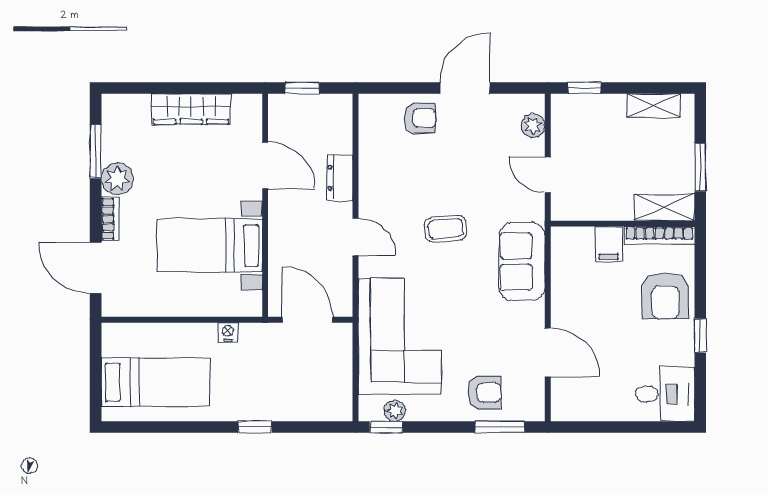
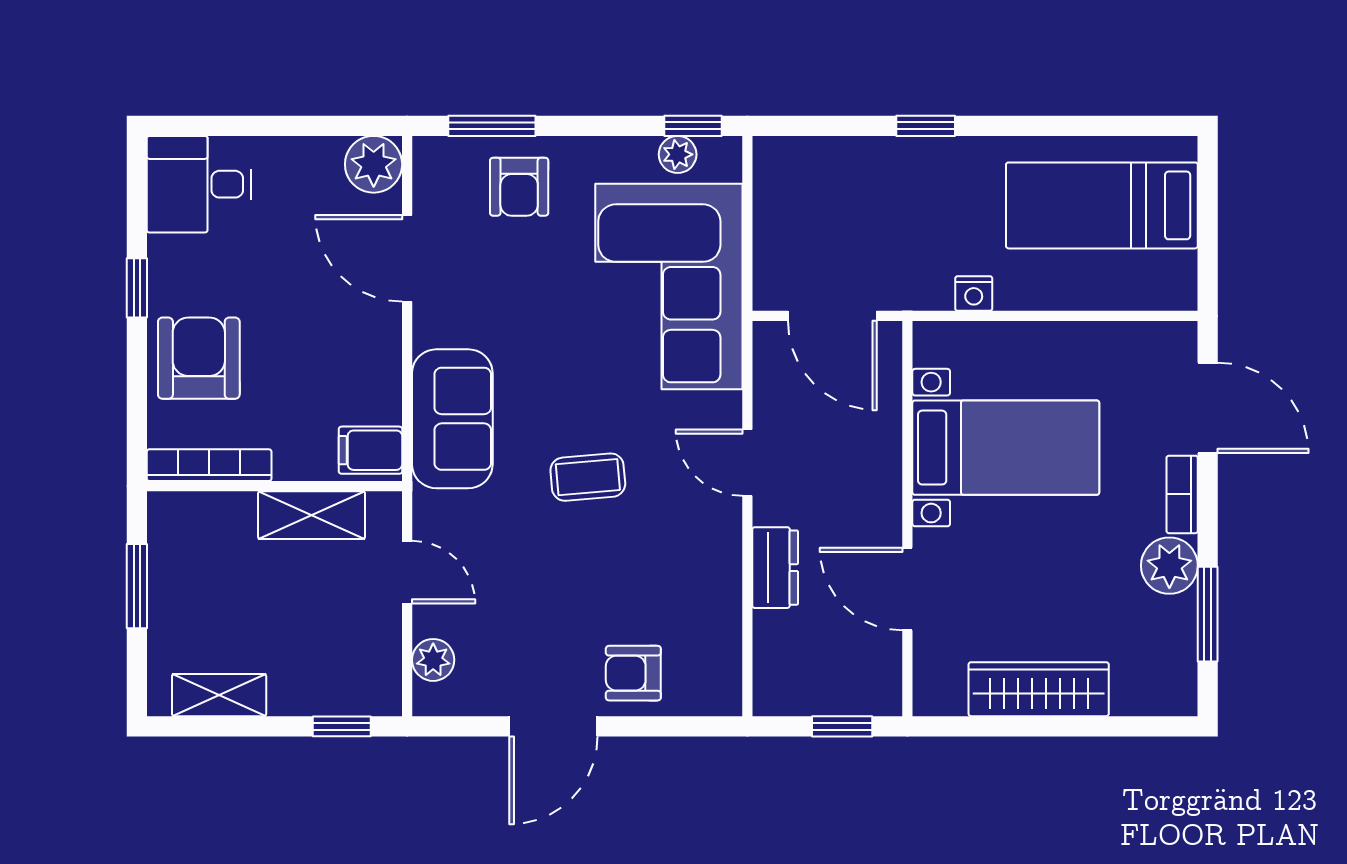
shelving: (664, 207) -> (312, 515), moved
filing cabinet: (609, 244) -> (371, 450), moved, turned -90
armchair: (484, 393) -> (519, 187), turned -90
plant: (567, 405) -> (374, 164), added

